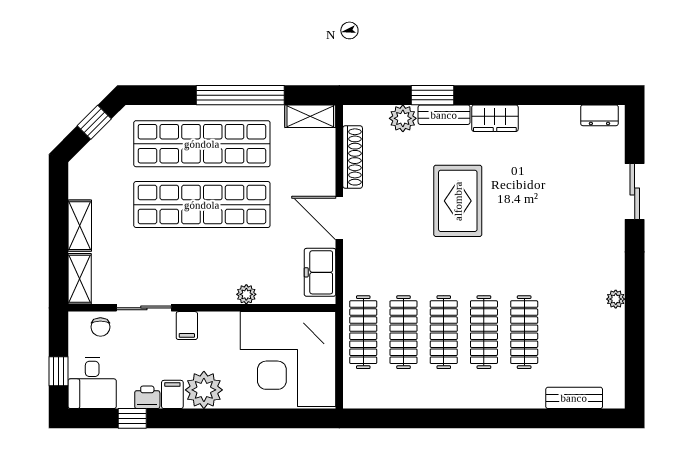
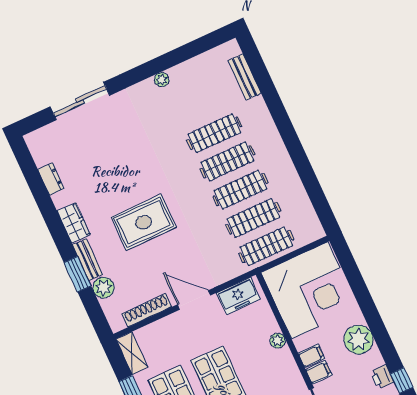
dresser: (599, 115) -> (51, 179), moved
sliding door: (635, 191) -> (80, 101), width x1.37
door: (339, 218) -> (194, 300), swing flipped
filing cabinet: (172, 394) -> (311, 356), moved, turned 180

